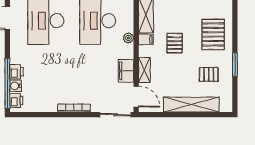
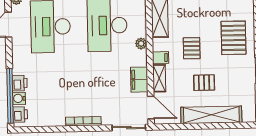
filing cabinet: (146, 39) -> (160, 58), moved
pallet: (209, 74) -> (204, 83), moved

